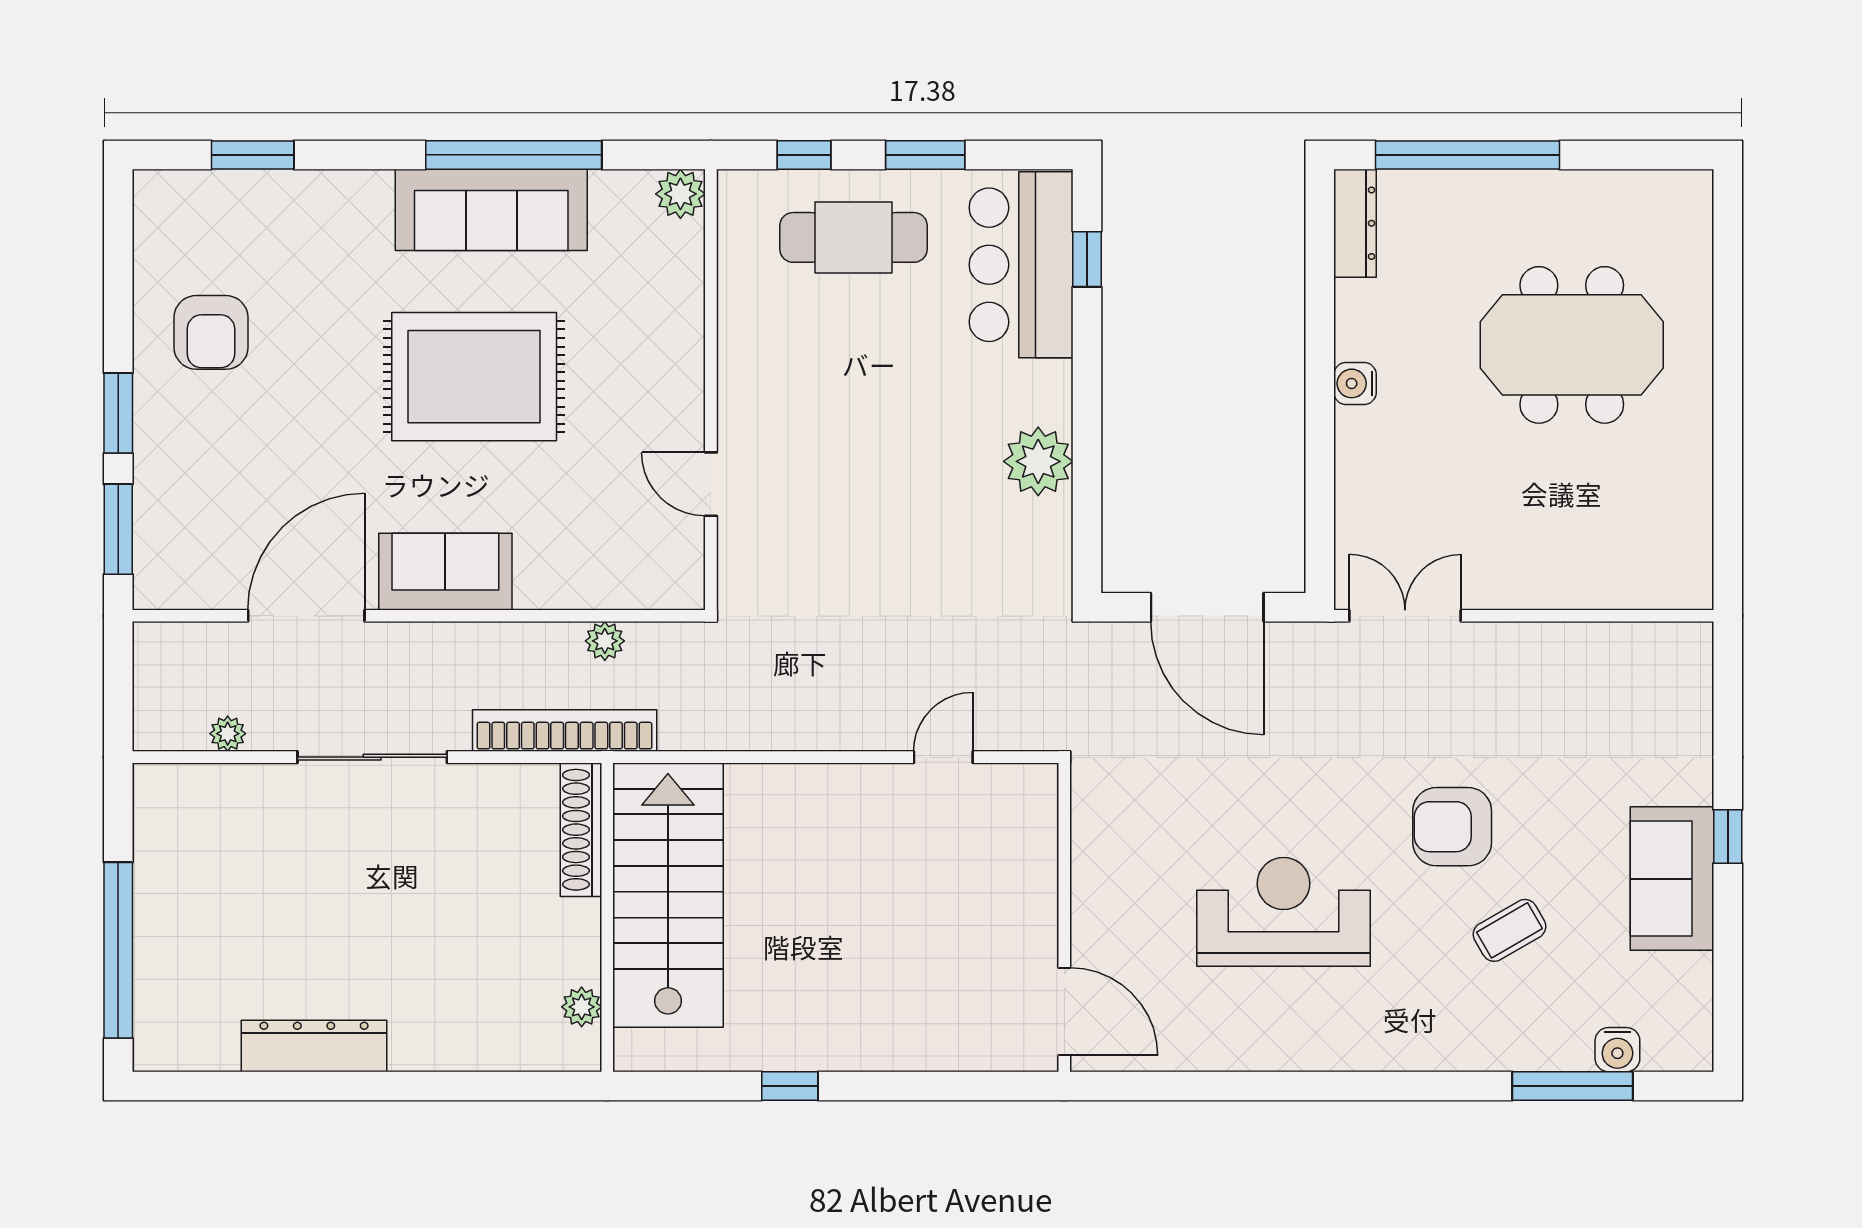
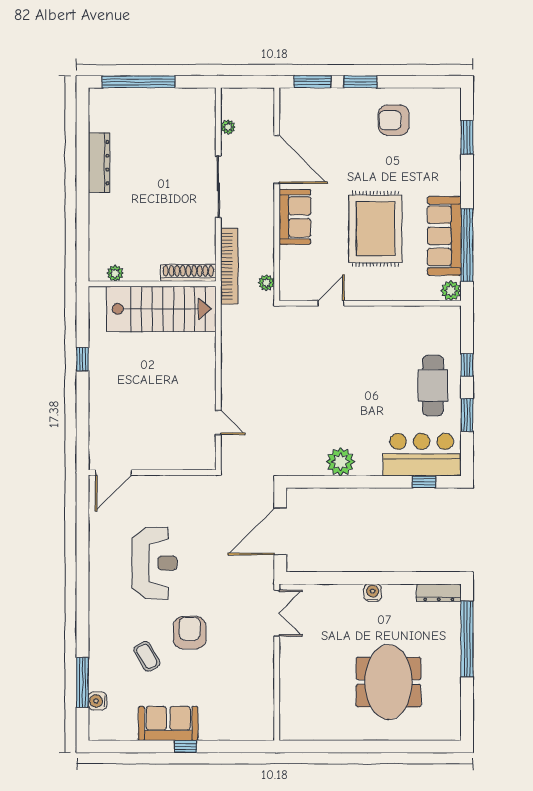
plant: (680, 194) -> (451, 291), moved
wall: (711, 390) -> (370, 303), moved
door: (711, 484) -> (331, 303), moved

